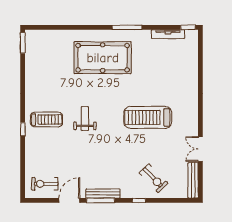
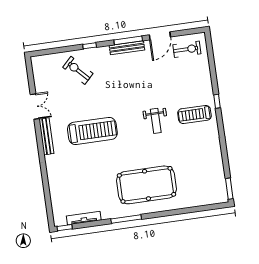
bench: (193, 180) -> (46, 136), moved

